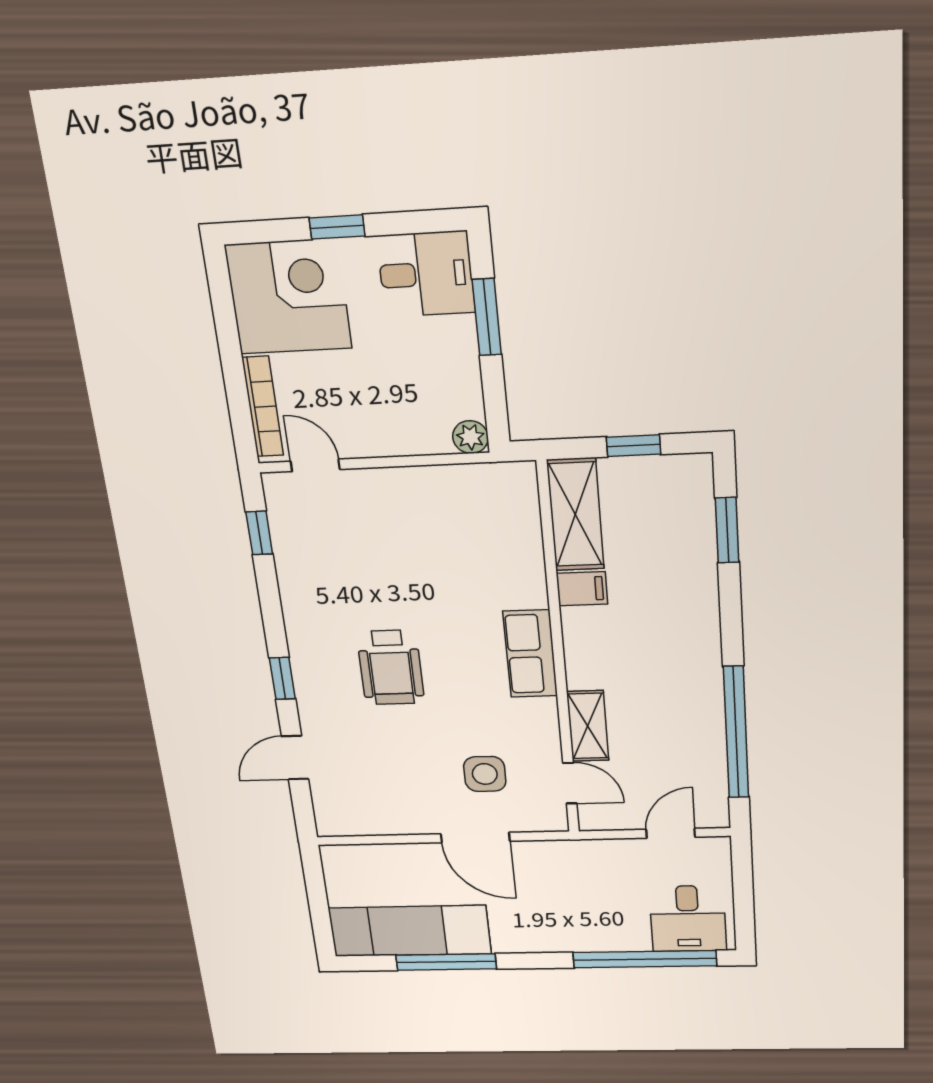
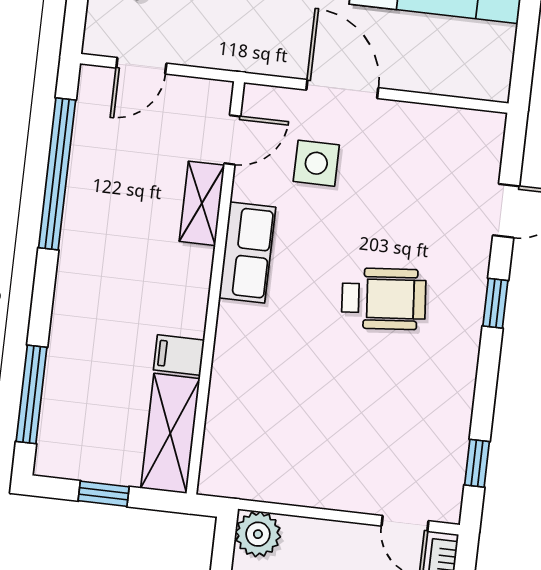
plant: (470, 437) -> (258, 534), width x1.38, depth x1.38
window: (727, 530) -> (32, 394), width x1.44
row of seats: (530, 654) -> (247, 252), moved
wheelchair: (391, 667) -> (384, 299), turned 85
door: (570, 783) -> (232, 140), swing flipped

